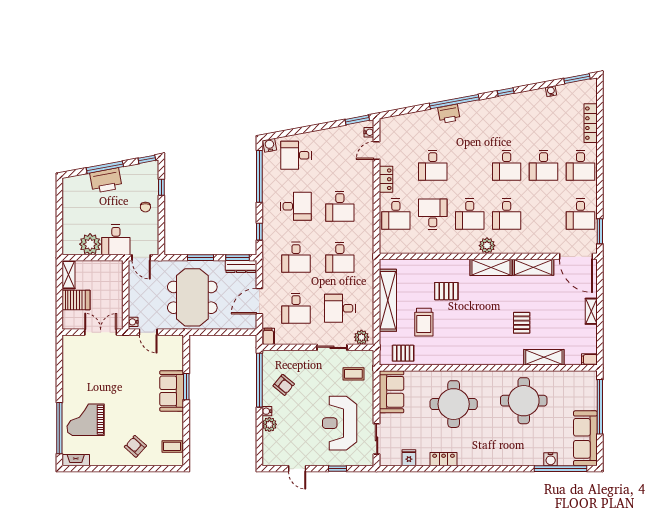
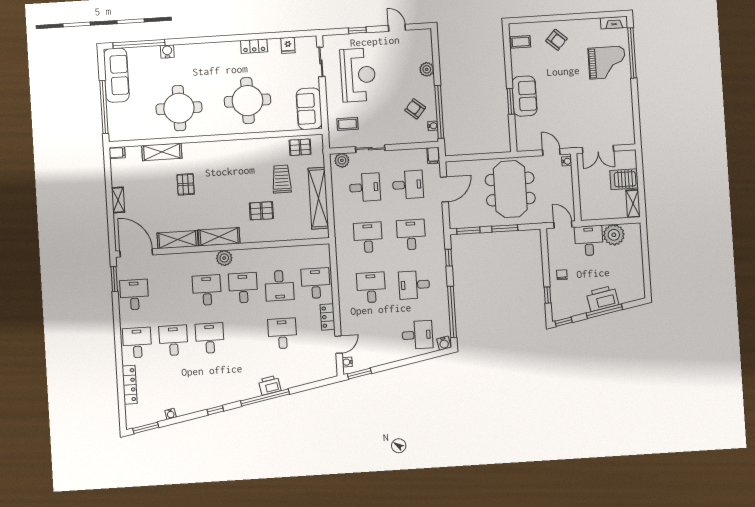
dresser: (241, 267) -> (464, 222), removed
desk: (296, 308) -> (408, 185), turned 90
water cooler: (267, 411) -> (433, 126), moved
water cooler: (551, 459) -> (167, 51), moved

